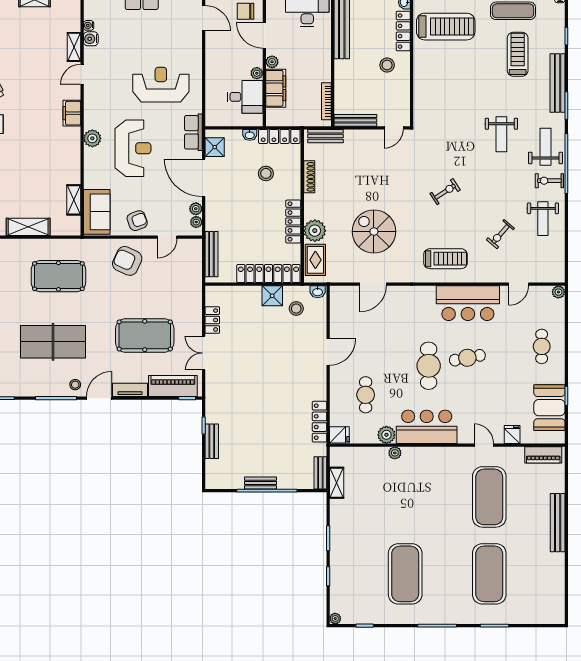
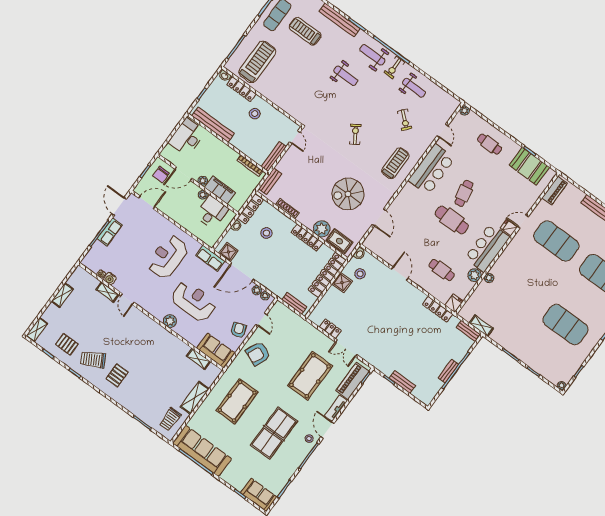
filing cabinet: (72, 113) -> (146, 322), removed
bench: (211, 254) -> (294, 303), width x0.73
fridge: (512, 434) -> (509, 228), moved

